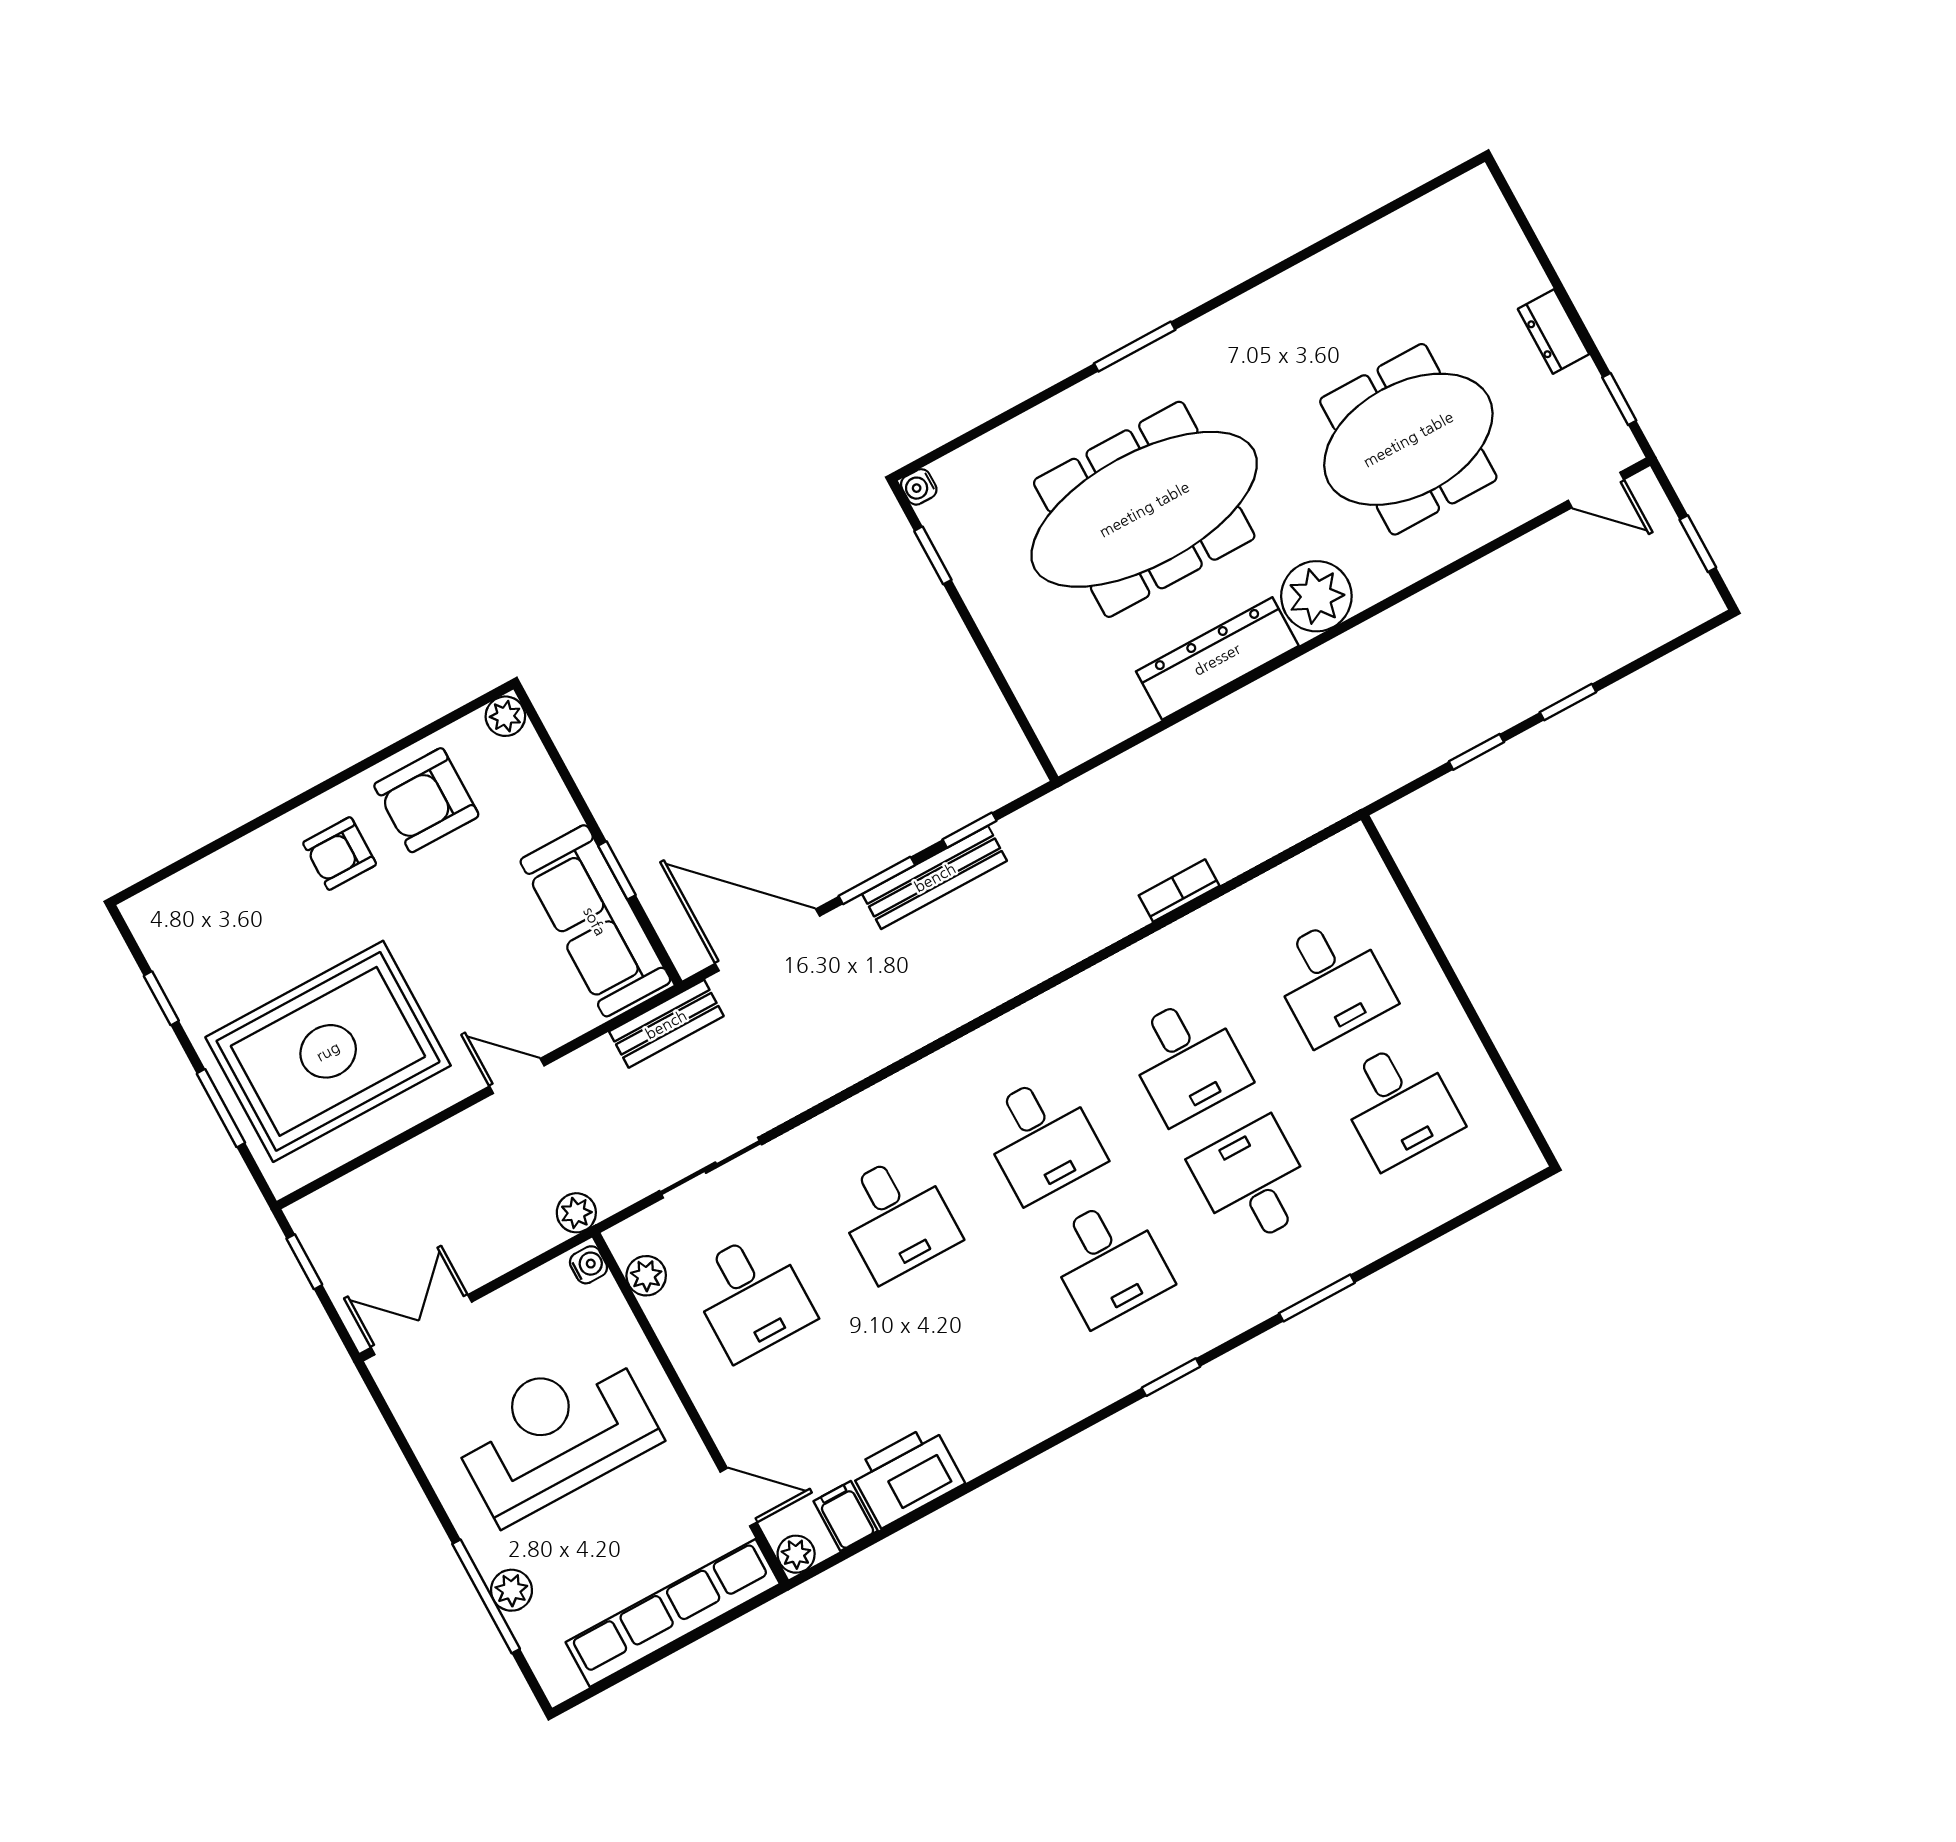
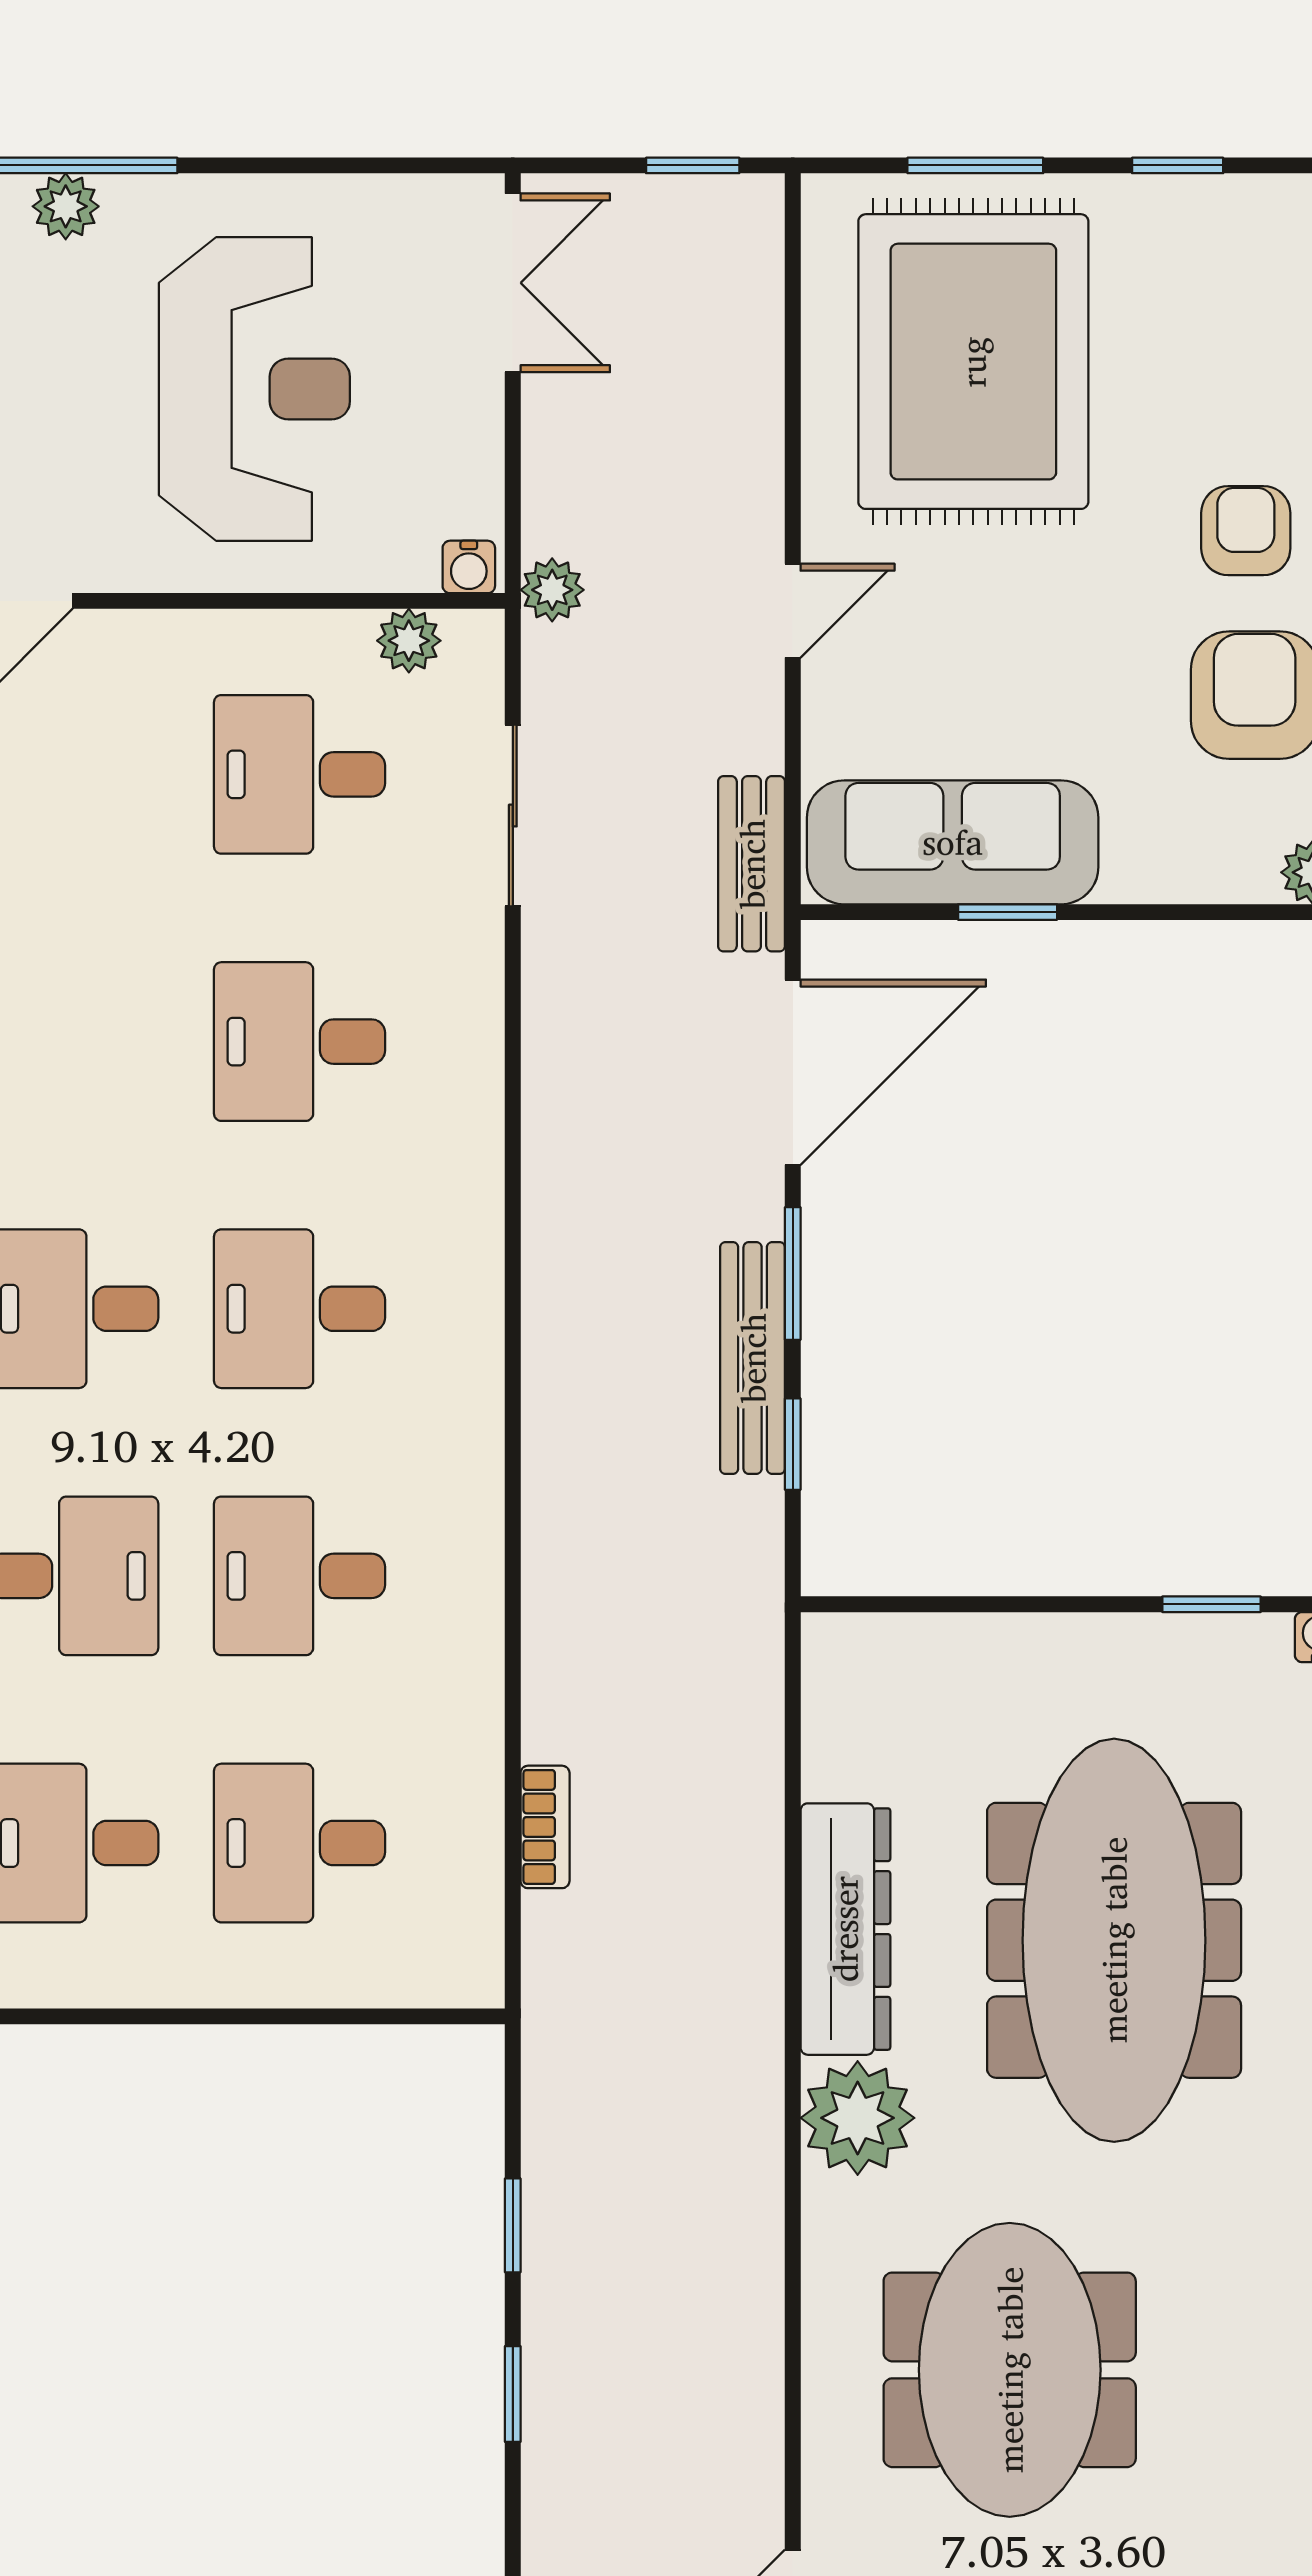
bookcase: (1179, 891) -> (545, 1827), moved

